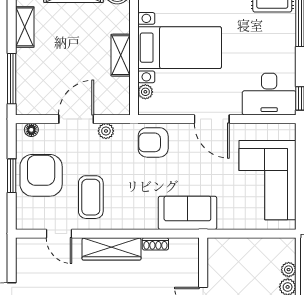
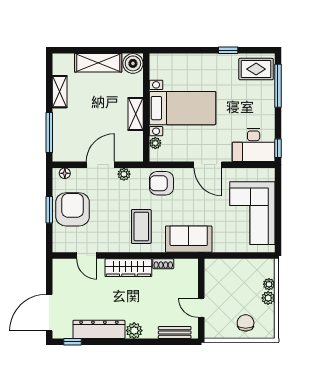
coffee table: (91, 197) -> (141, 227), moved

